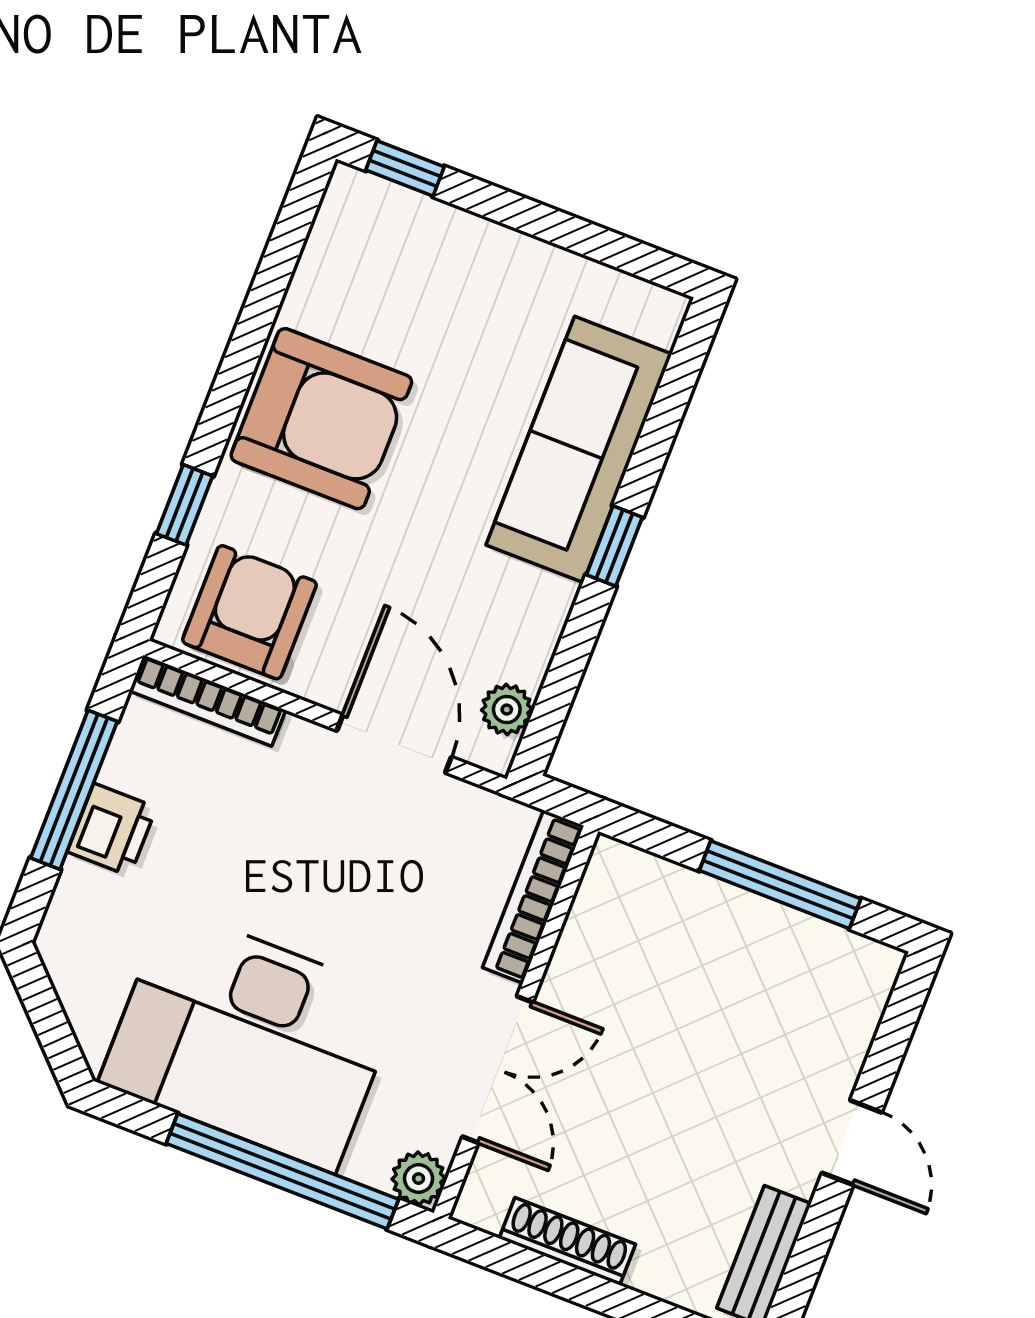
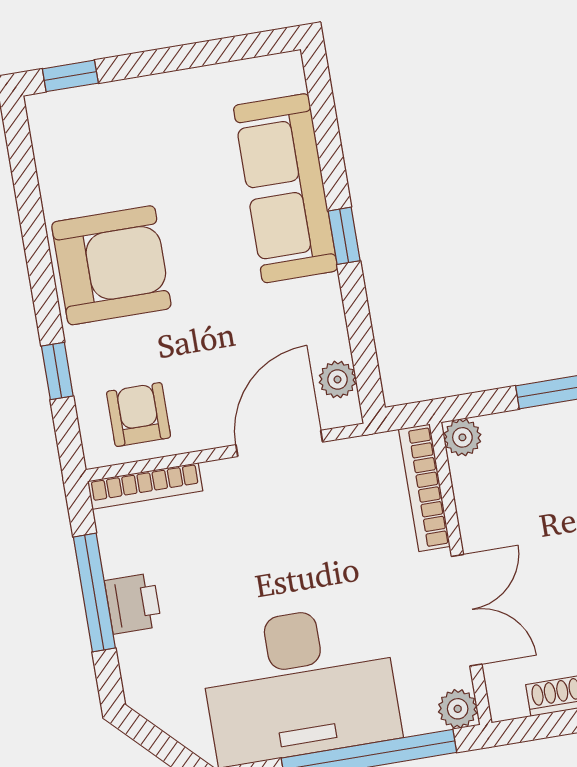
armchair: (249, 612) -> (139, 415), width x0.72, depth x0.72
door: (394, 744) -> (279, 443), hinge flipped
plant: (613, 864) -> (462, 437), added

